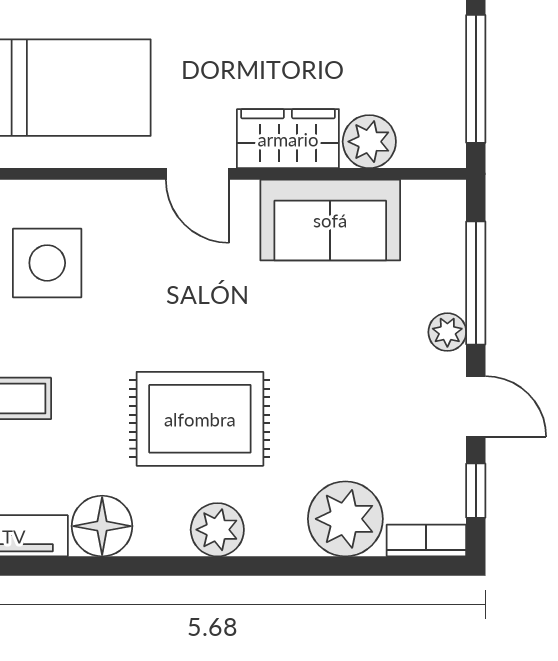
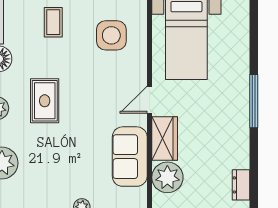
plant: (369, 142) -> (167, 177), width x1.36, depth x1.36
rug: (200, 419) -> (45, 101), width x0.73, depth x0.70

